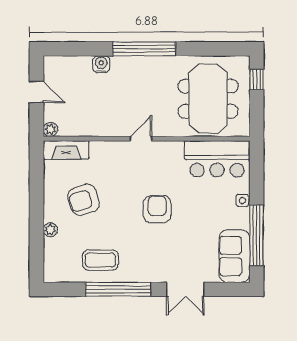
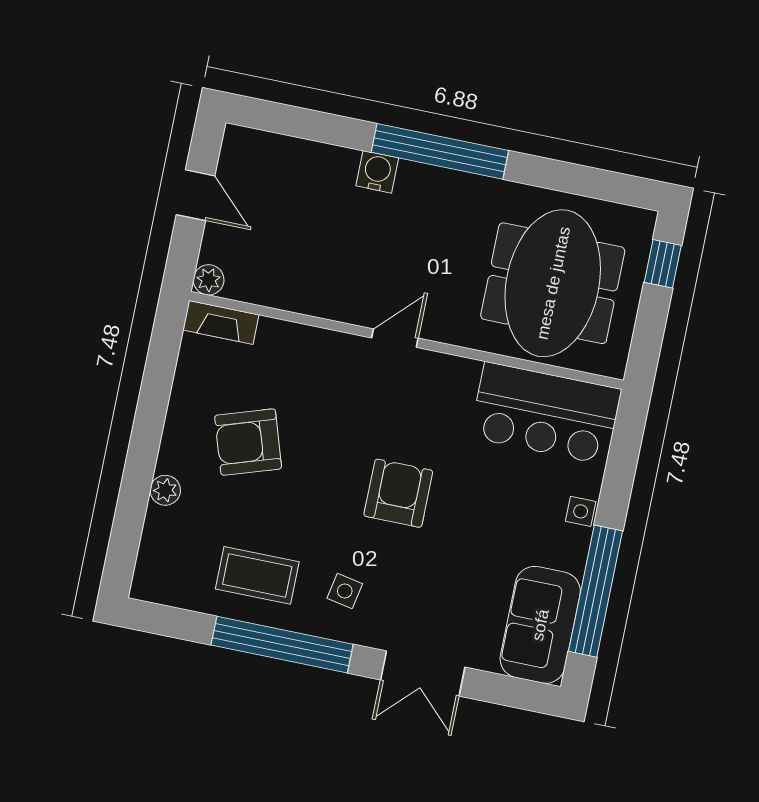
water cooler: (101, 64) -> (377, 172), moved
fireplace: (66, 150) -> (221, 322), width x0.73, depth x0.76
side table: (142, 259) -> (345, 591), added

